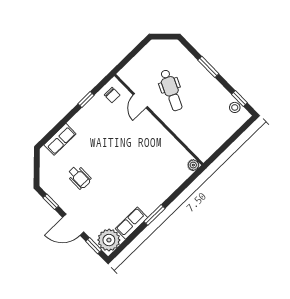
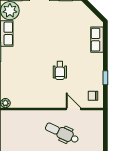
wheelchair: (79, 177) -> (60, 71), moved, turned -90

